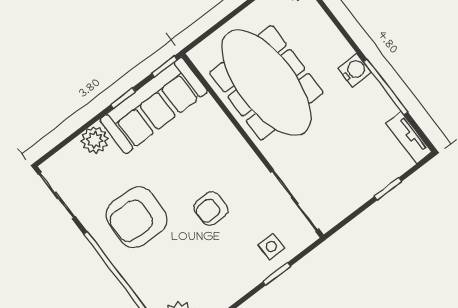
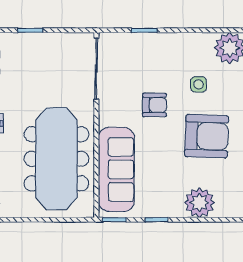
sofa: (154, 106) -> (116, 169), moved, turned 90
plant: (95, 140) -> (199, 203), width x1.36, depth x1.36
side table: (271, 246) -> (198, 84), moved

